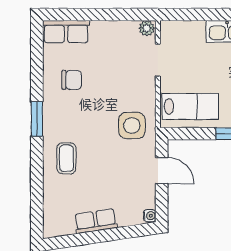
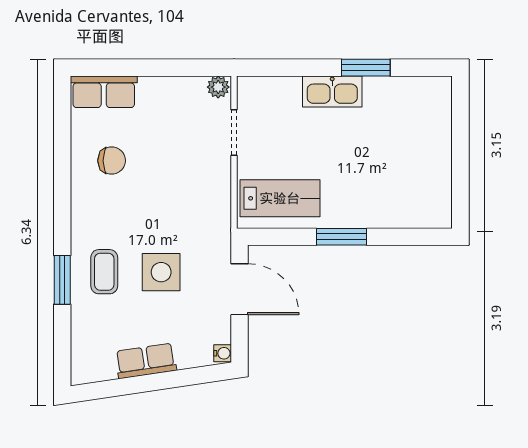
window: (37, 119) -> (62, 280), moved
side table: (132, 126) -> (161, 272), moved
door: (162, 171) -> (239, 289), width x1.38

